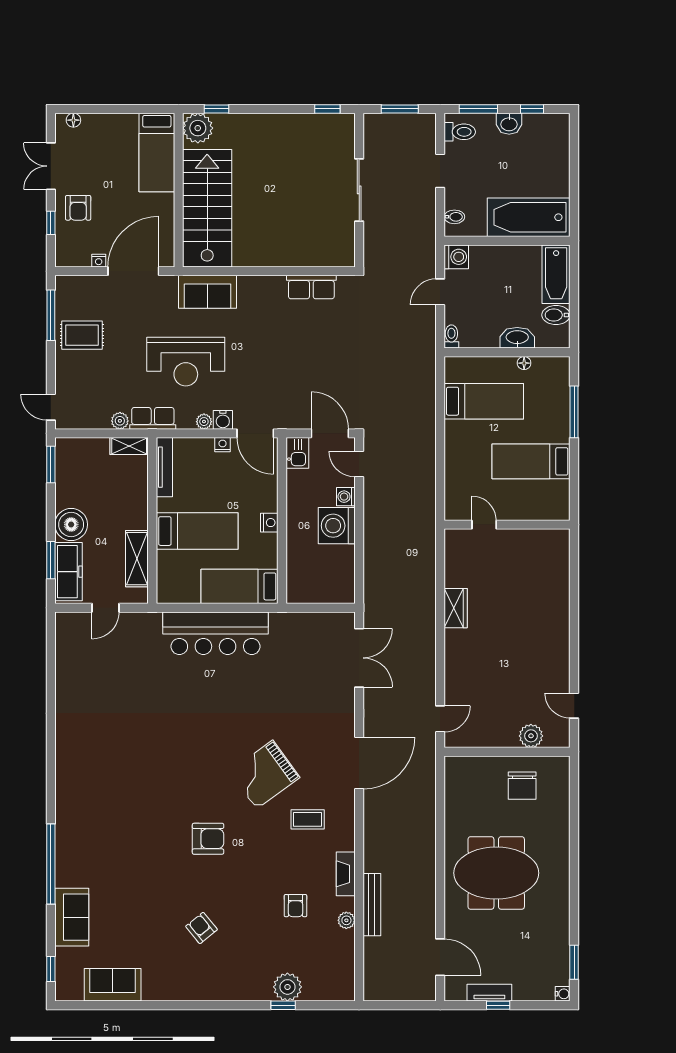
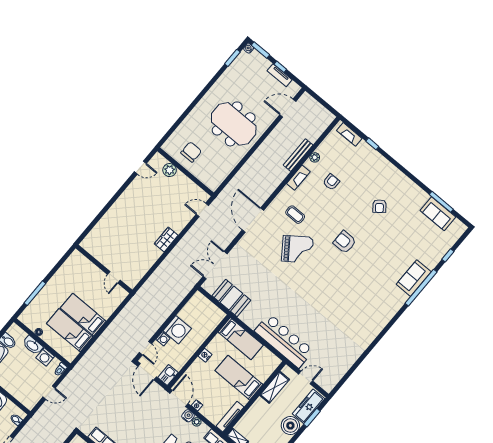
washing machine: (456, 257) -> (45, 357), moved, turned -90
bed: (531, 461) -> (83, 315), moved, turned 180
wardrobe: (456, 608) -> (166, 240), moved
booth: (299, 631) -> (231, 298), added
bar counter: (216, 633) -> (284, 341), moved
door: (574, 706) -> (140, 168), hinge flipped
door: (359, 763) -> (253, 220), hinge flipped
sofa: (72, 917) -> (414, 278), moved
door: (440, 957) -> (288, 108), hinge flipped
window: (51, 969) -> (448, 255), moved
plant: (287, 987) -> (364, 150), removed
fireplace: (325, 992) -> (349, 134), added
window: (122, 1005) -> (441, 202), added
window: (545, 1005) -> (260, 50), added

